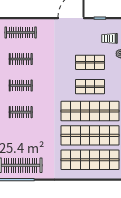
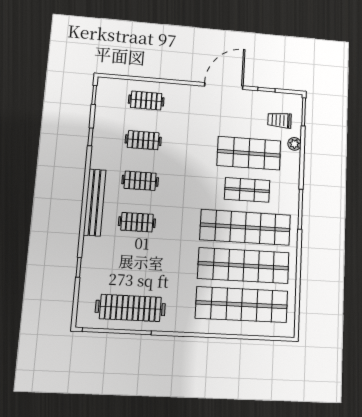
clothes rail: (21, 32) -> (146, 100), width x0.73
shop shelf: (90, 62) -> (249, 153), width x1.43, depth x1.36

